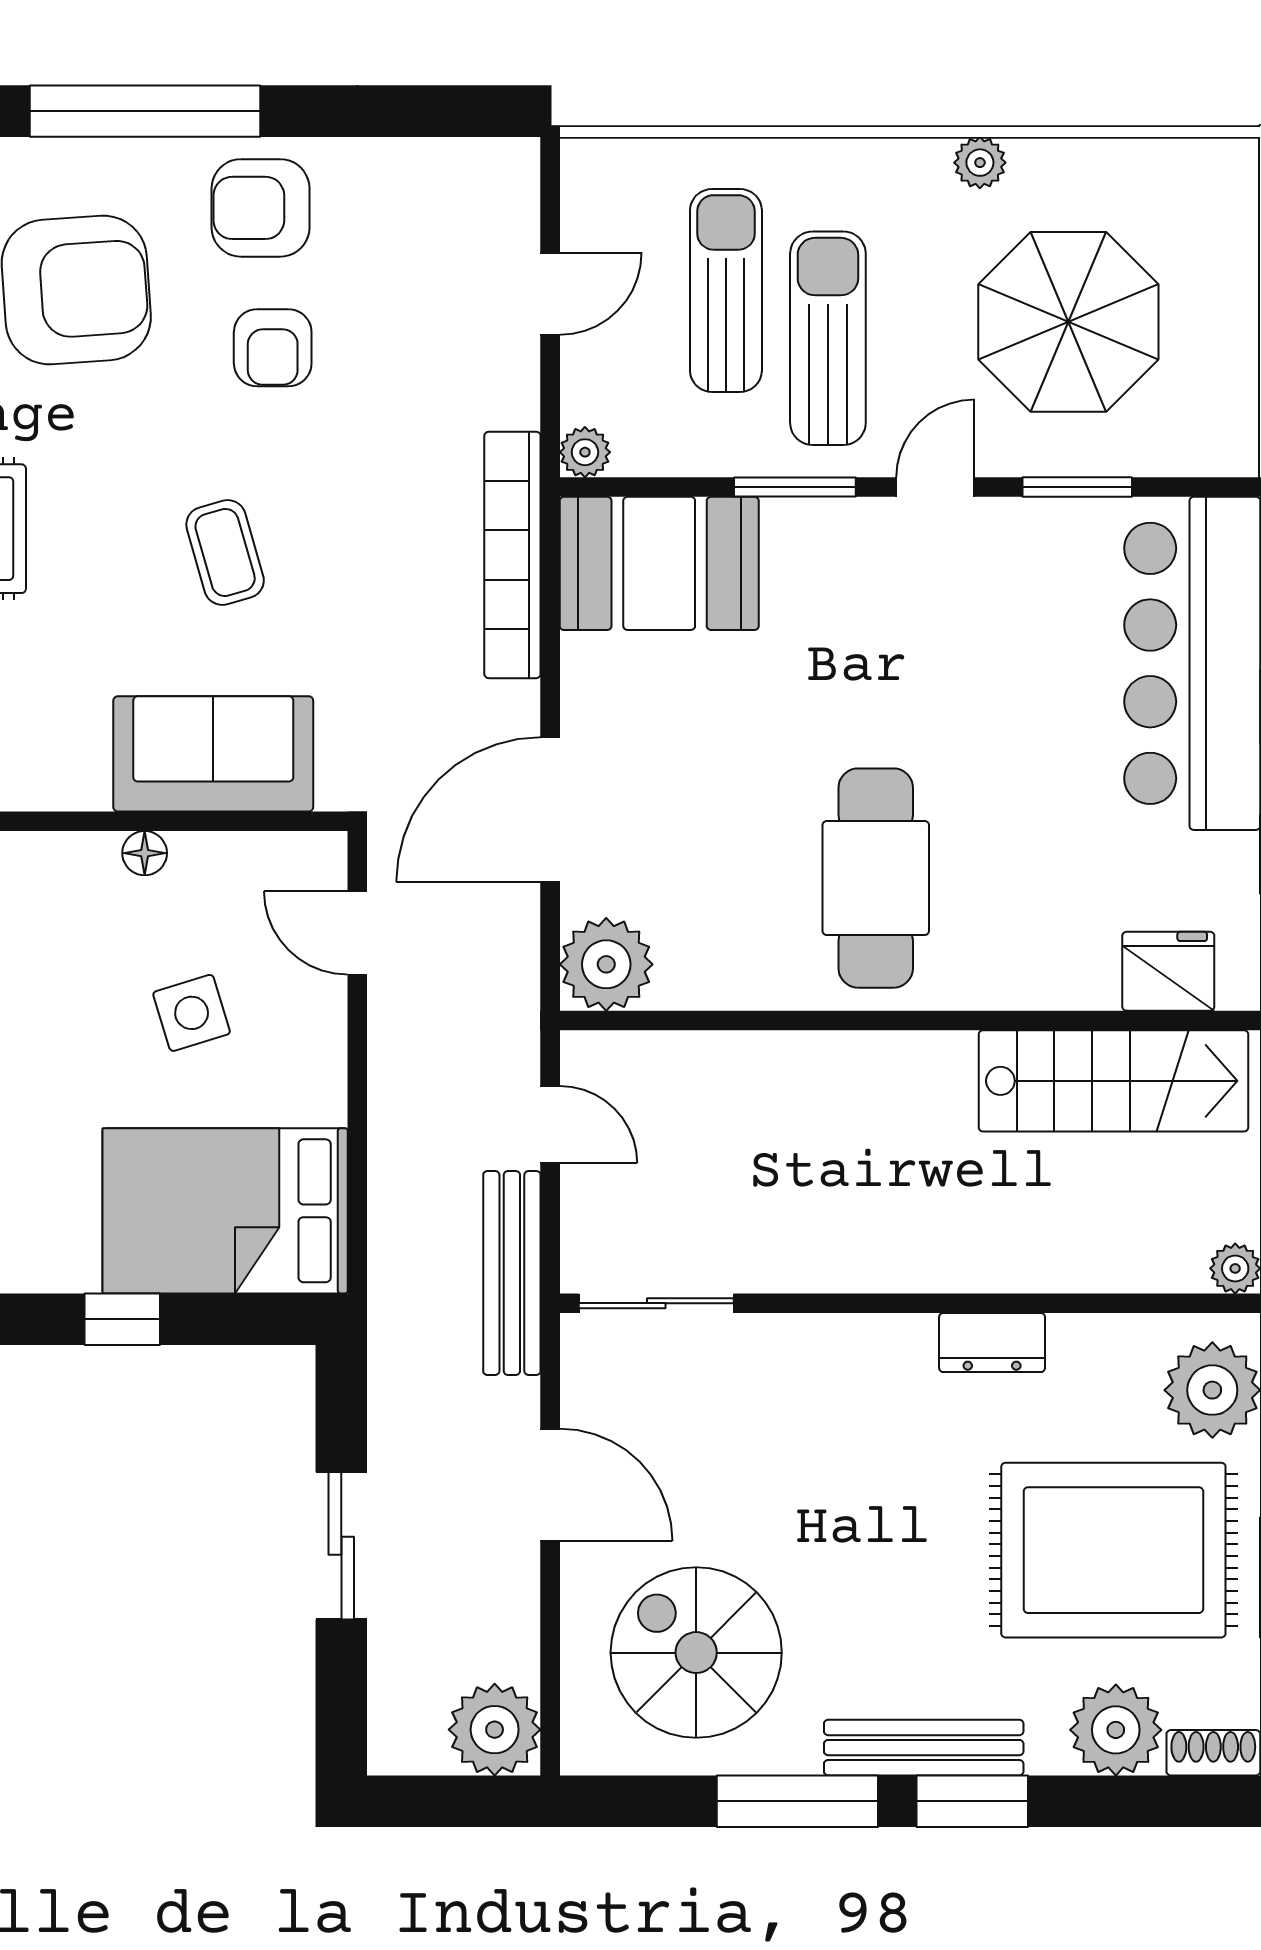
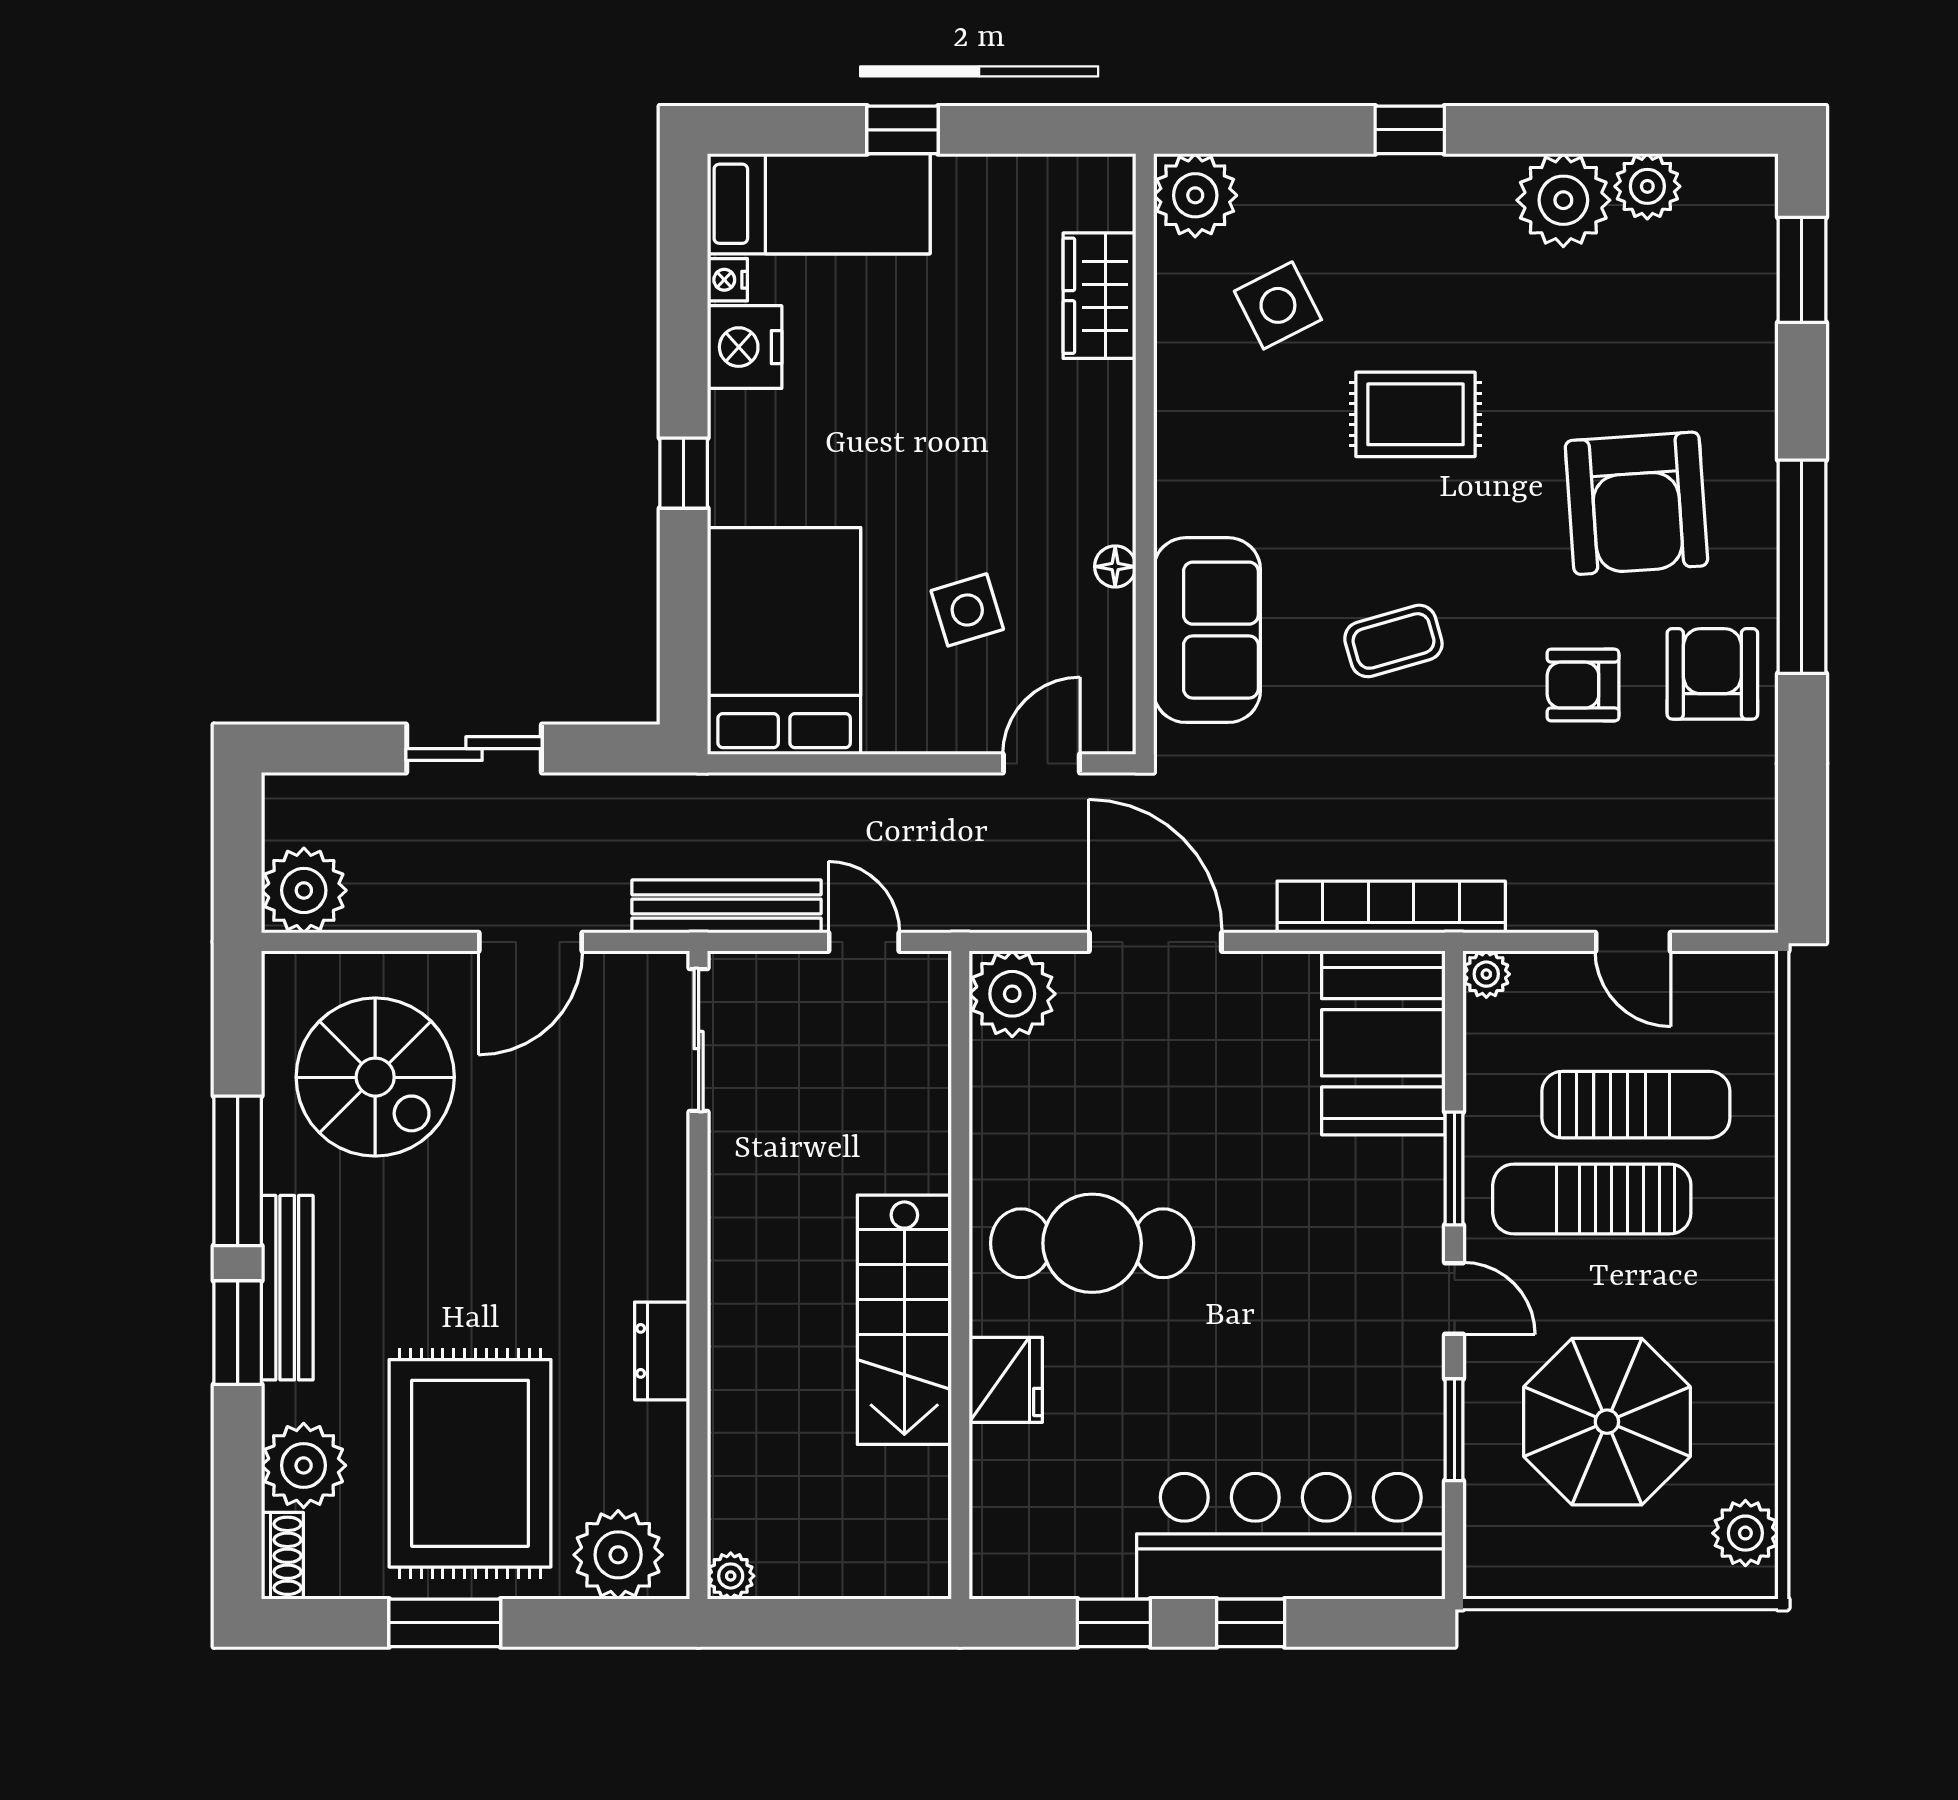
plant: (980, 163) -> (1745, 1533), moved, width x1.38, depth x1.38
sun lounger: (828, 338) -> (1592, 1199), turned 180
fridge: (1168, 971) -> (1006, 1380), moved
stairs: (1114, 1081) -> (904, 1320), moved
door: (550, 1125) -> (864, 942), swing flipped
window: (122, 1319) -> (684, 473), moved
spiral stairs: (696, 1653) -> (375, 1077), turned 90

